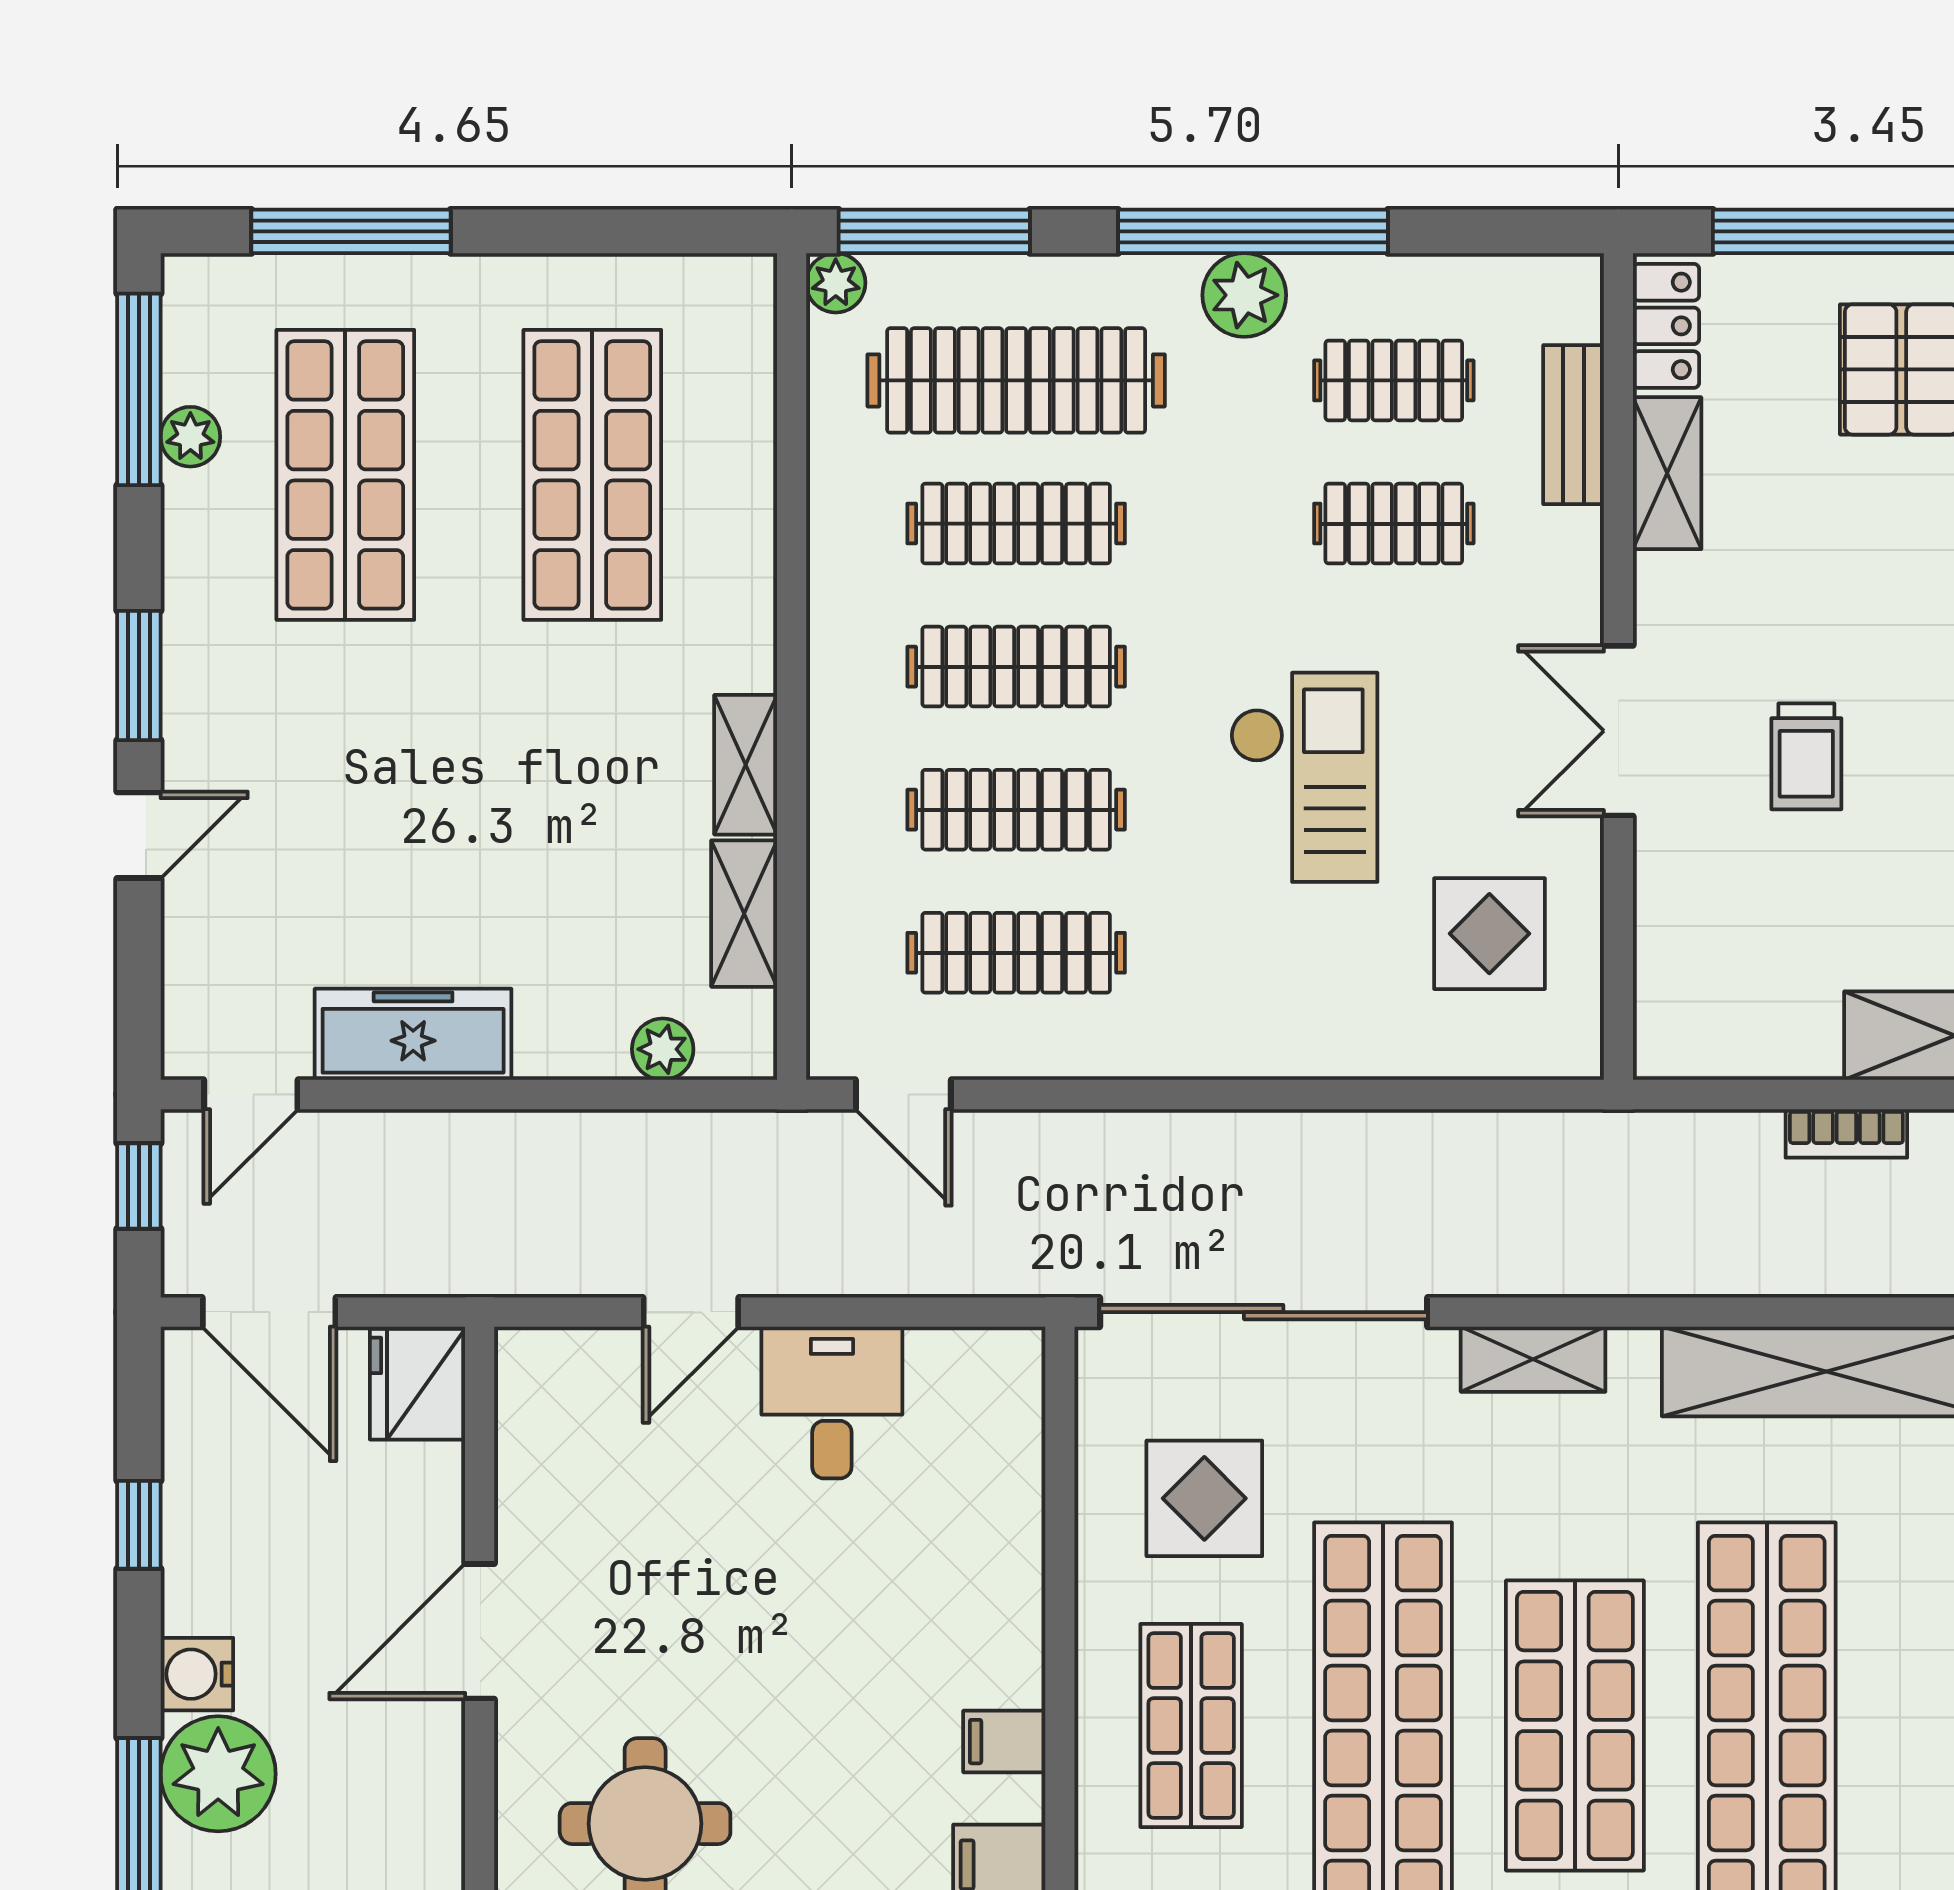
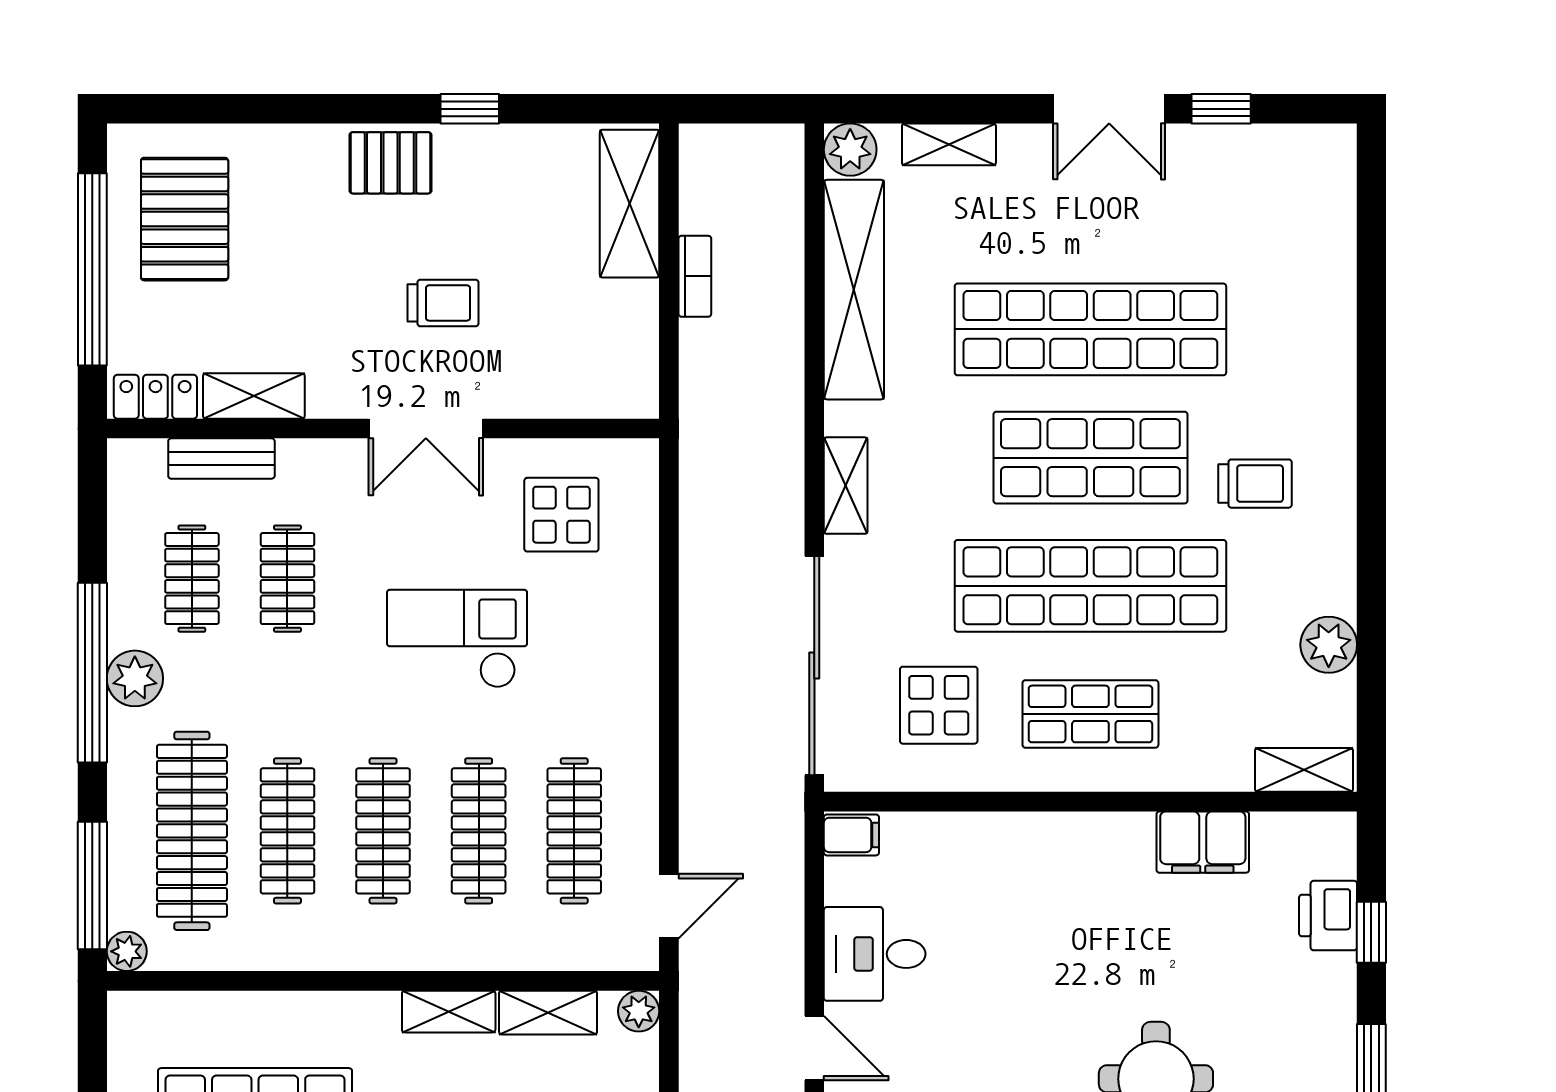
plant: (663, 1049) -> (639, 1011), moved
filing cabinet: (1004, 1742) -> (851, 835), moved, turned -90

